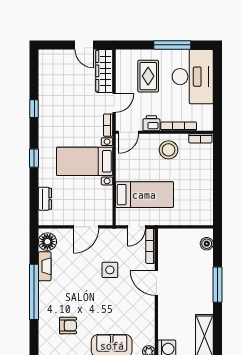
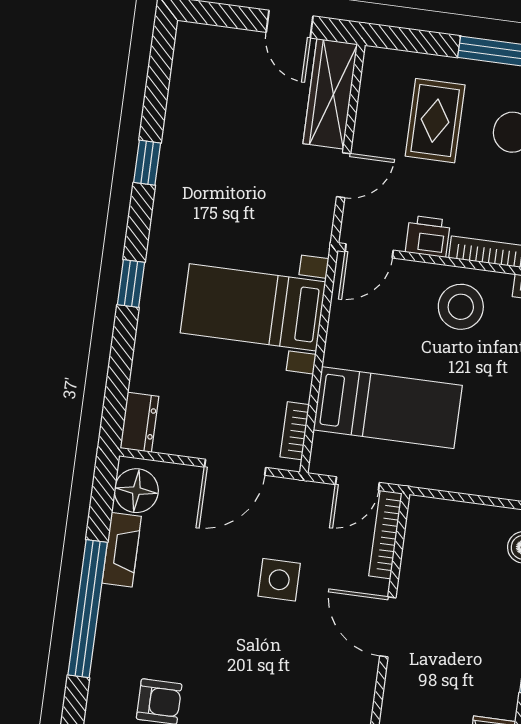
bookcase: (108, 125) -> (295, 431), moved
dresser: (45, 199) -> (139, 422), moved

